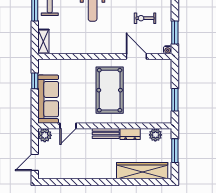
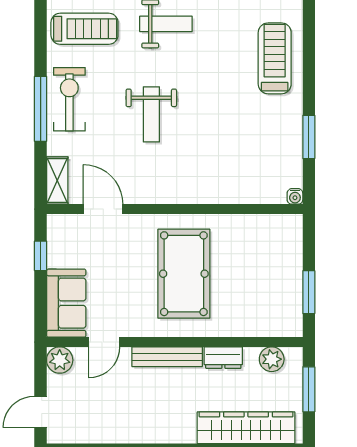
exercise bike: (145, 18) -> (252, 136), removed
window: (175, 32) -> (309, 137), moved
door: (136, 56) -> (103, 209), moved
sofa: (48, 99) -> (66, 303), width x0.73
bench: (106, 134) -> (167, 357), width x1.36

